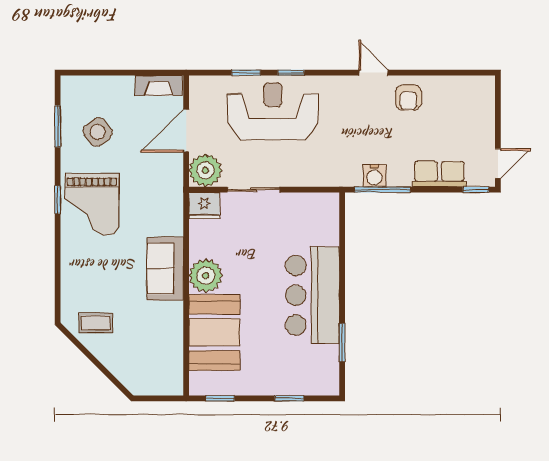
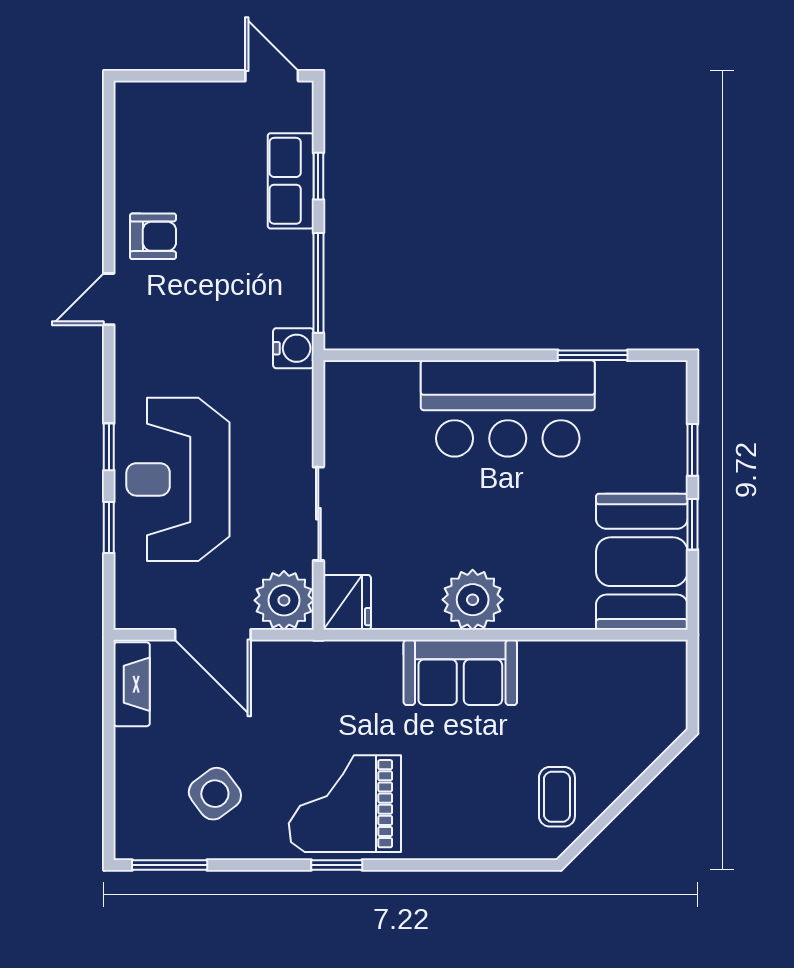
window: (58, 126) -> (170, 865), moved
water cooler: (374, 176) -> (293, 348), moved
window: (476, 190) -> (318, 176), moved
grand piano: (92, 204) -> (345, 804), turned 180
booth: (214, 332) -> (642, 562), moved, turned 90
window: (220, 398) -> (692, 524), moved

